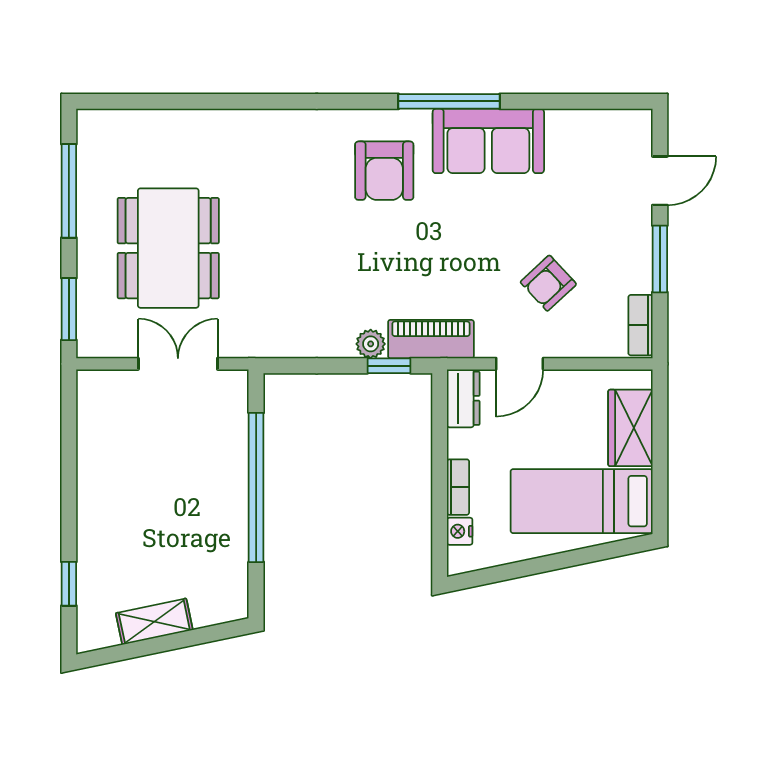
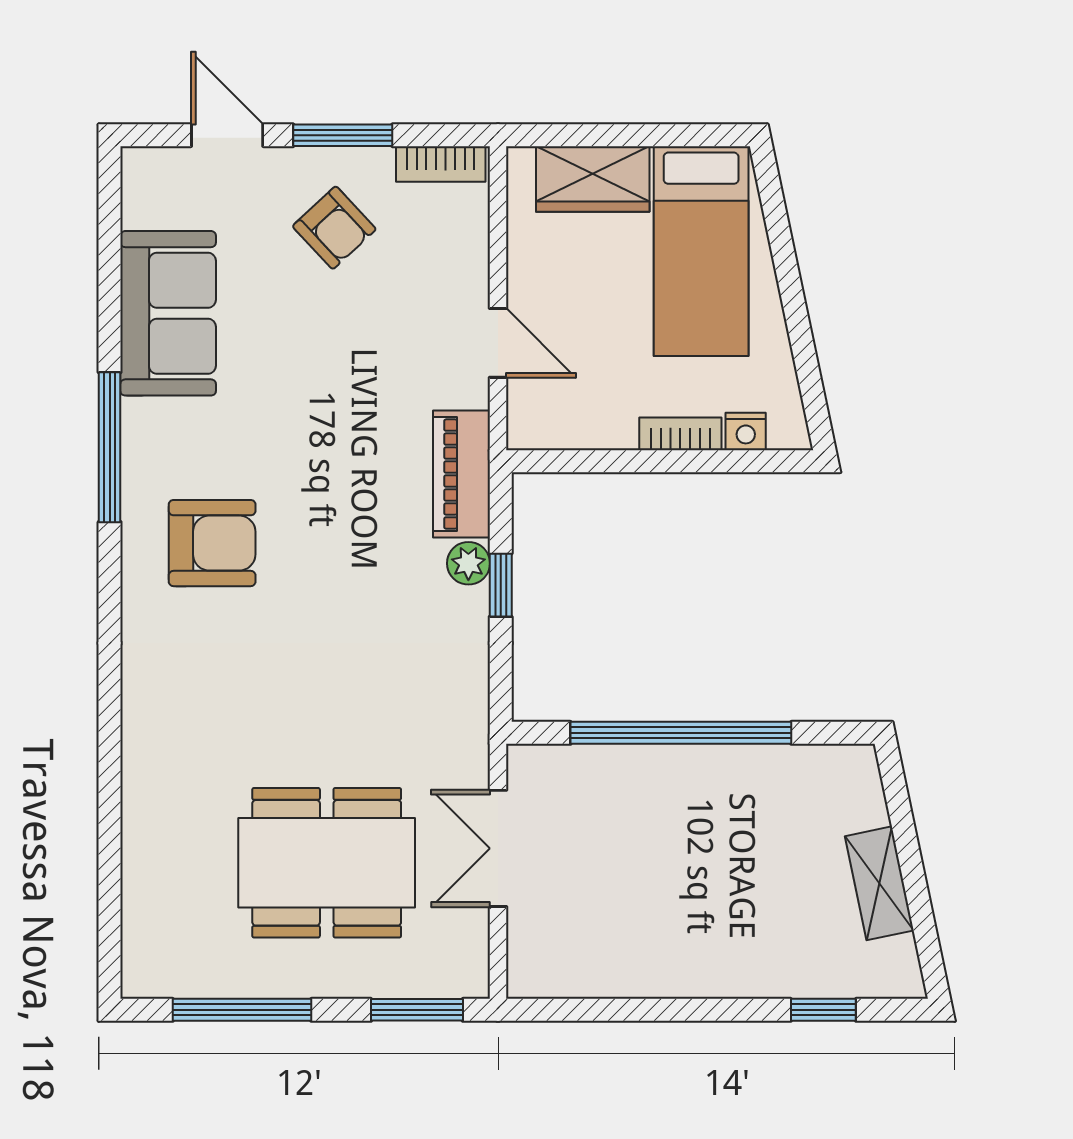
sofa: (488, 141) -> (168, 313), moved
armchair: (548, 283) -> (334, 228), moved
window: (389, 366) -> (501, 585), moved
dresser: (463, 398) -> (549, 426), removed

